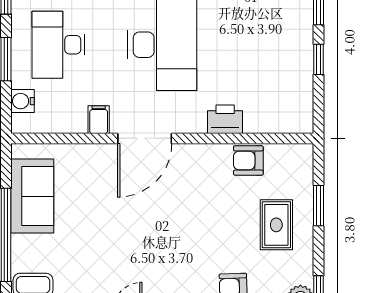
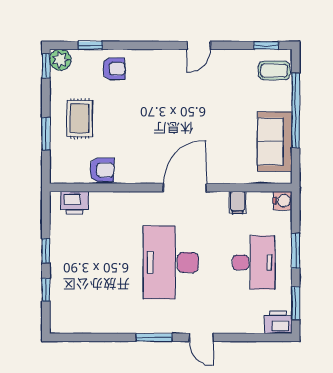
water cooler: (22, 101) -> (282, 201), moved
printer: (225, 119) -> (75, 203), moved
filing cabinet: (99, 120) -> (238, 203), moved

